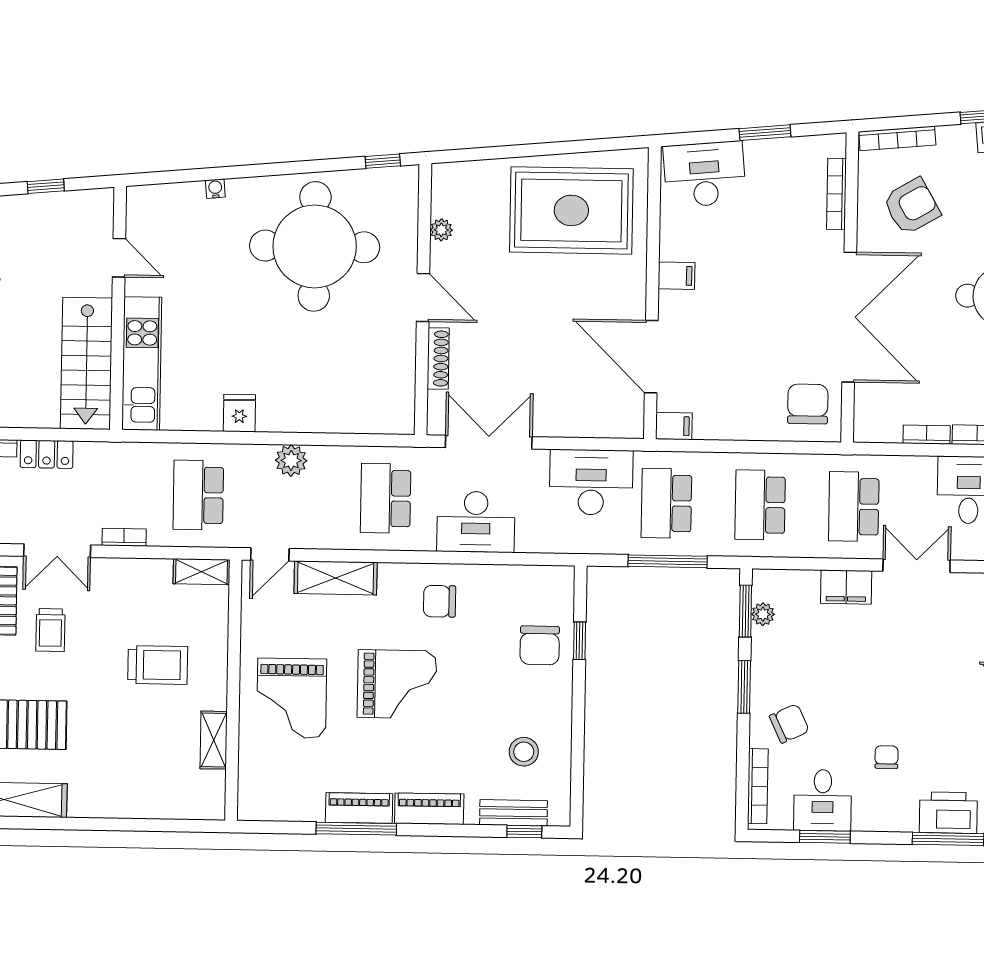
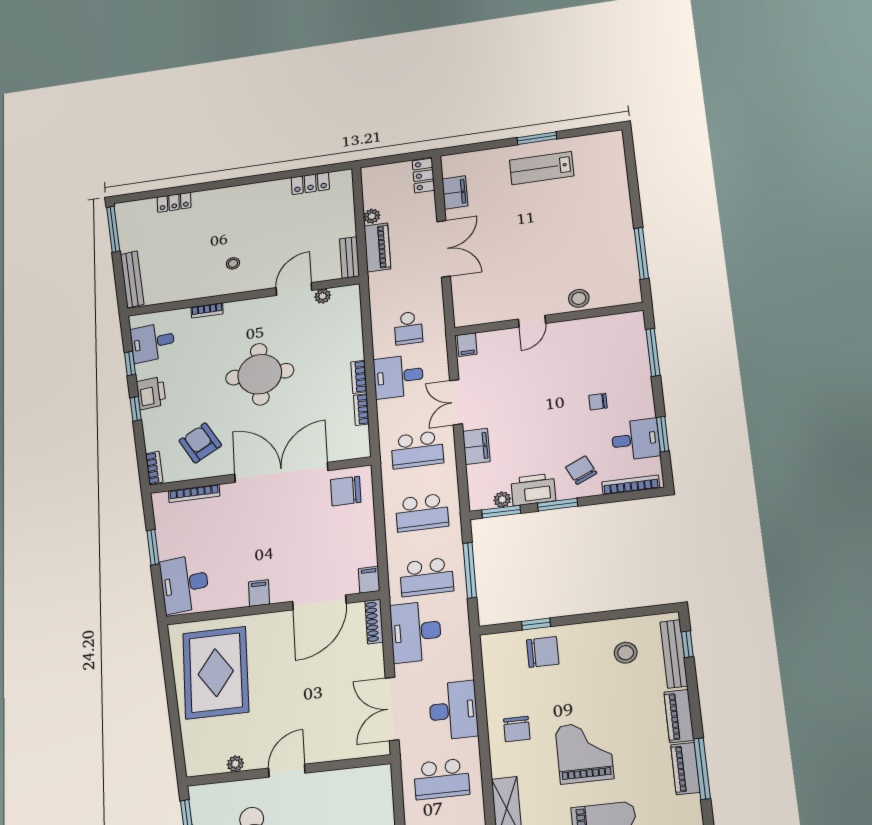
bookcase: (897, 138) -> (154, 468), width x0.64
shoe rack: (438, 359) -> (374, 622), moved, turned -90
bench: (514, 813) -> (674, 654), width x1.36
printer: (948, 813) -> (533, 489), moved, turned 90

